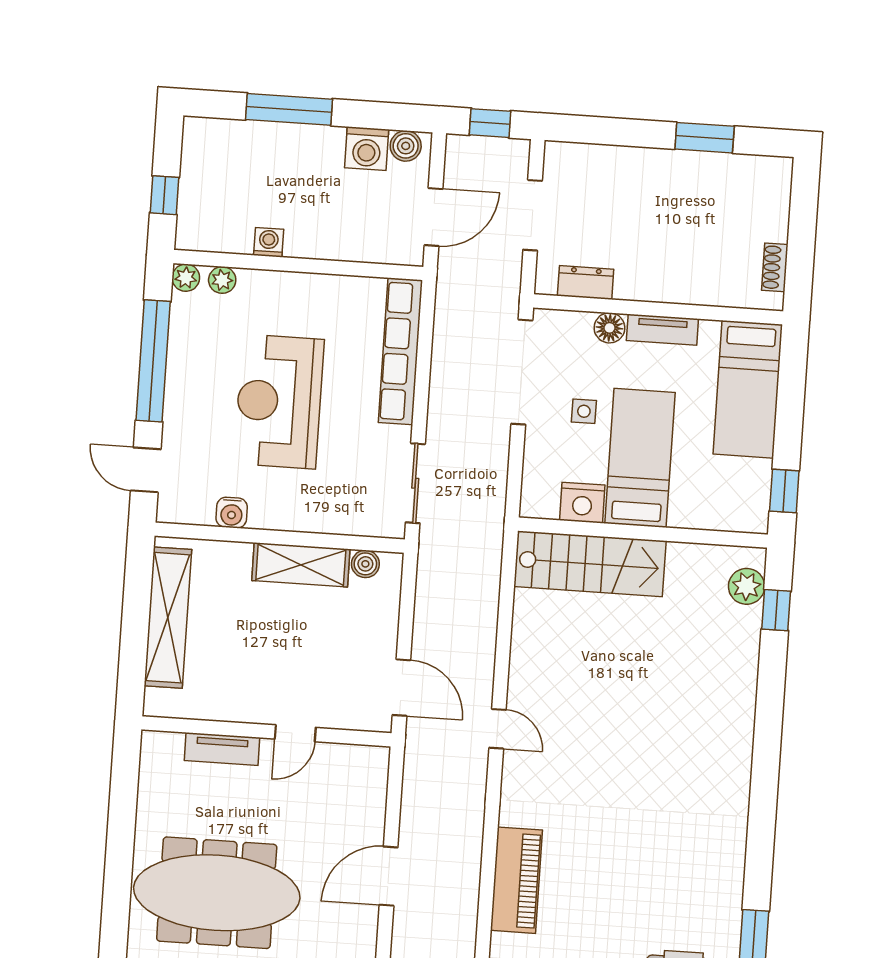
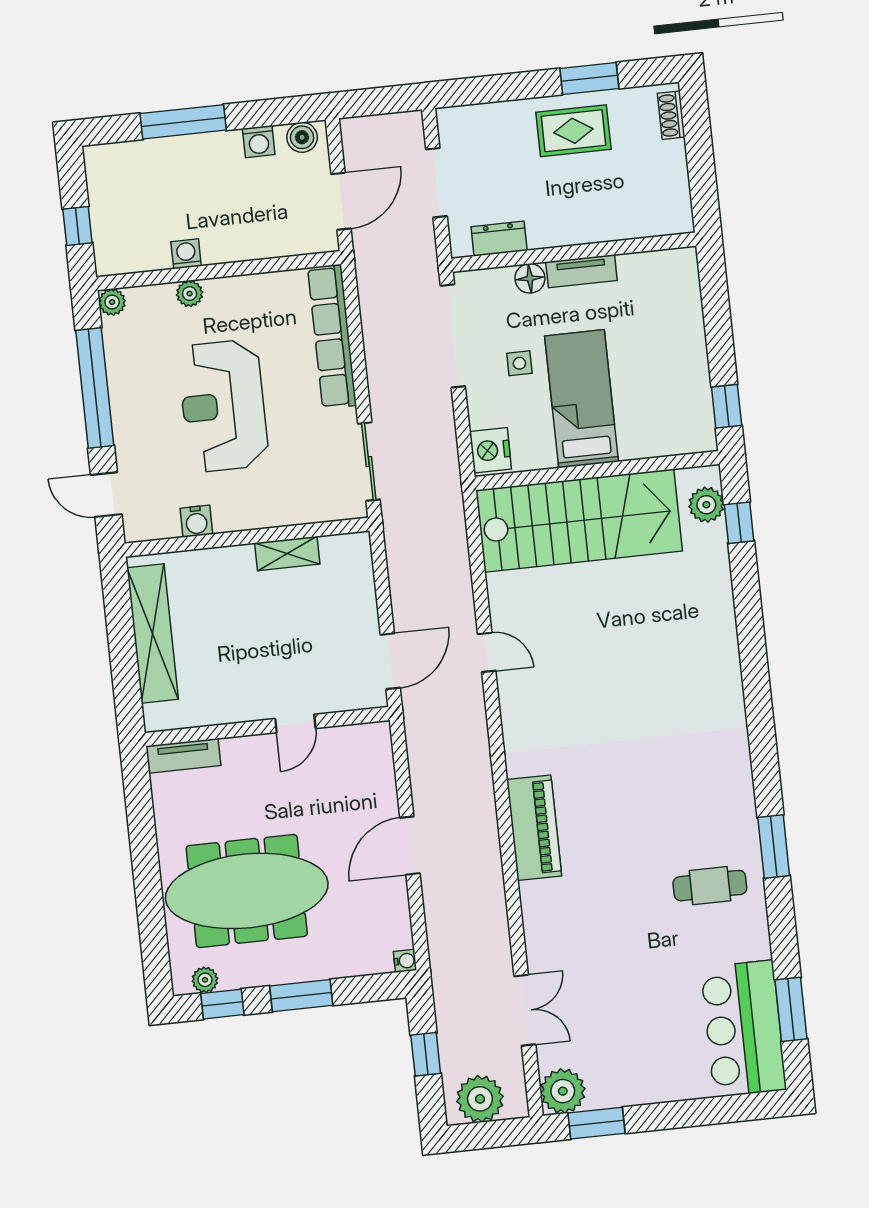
window: (490, 123) -> (380, 101), removed
washing machine: (367, 149) -> (259, 142), width x0.73, depth x0.73
rug: (679, 187) -> (573, 131), added
shoe rack: (775, 267) -> (671, 115), moved
plant: (222, 280) -> (190, 294), moved
bed: (748, 389) -> (674, 314), removed
nightstand: (582, 503) -> (491, 450), moved, turned 90
boiler: (365, 564) -> (334, 548), removed
stairs: (590, 564) -> (579, 521), width x1.36, depth x1.51
shelving: (301, 565) -> (287, 553), width x0.67, depth x0.75
door: (401, 688) -> (390, 661), hinge flipped
door: (498, 729) -> (487, 652), moved
tv unit: (222, 749) -> (183, 756), moved

